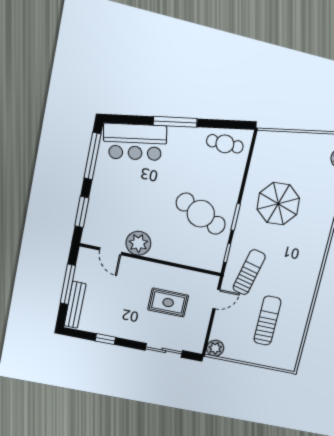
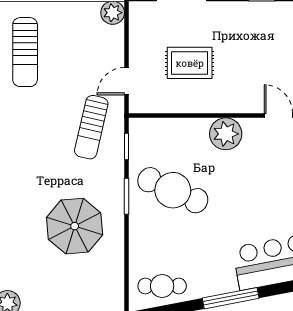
plant: (138, 243) -> (226, 134), moved
sun lounger: (267, 321) -> (25, 52), moved

